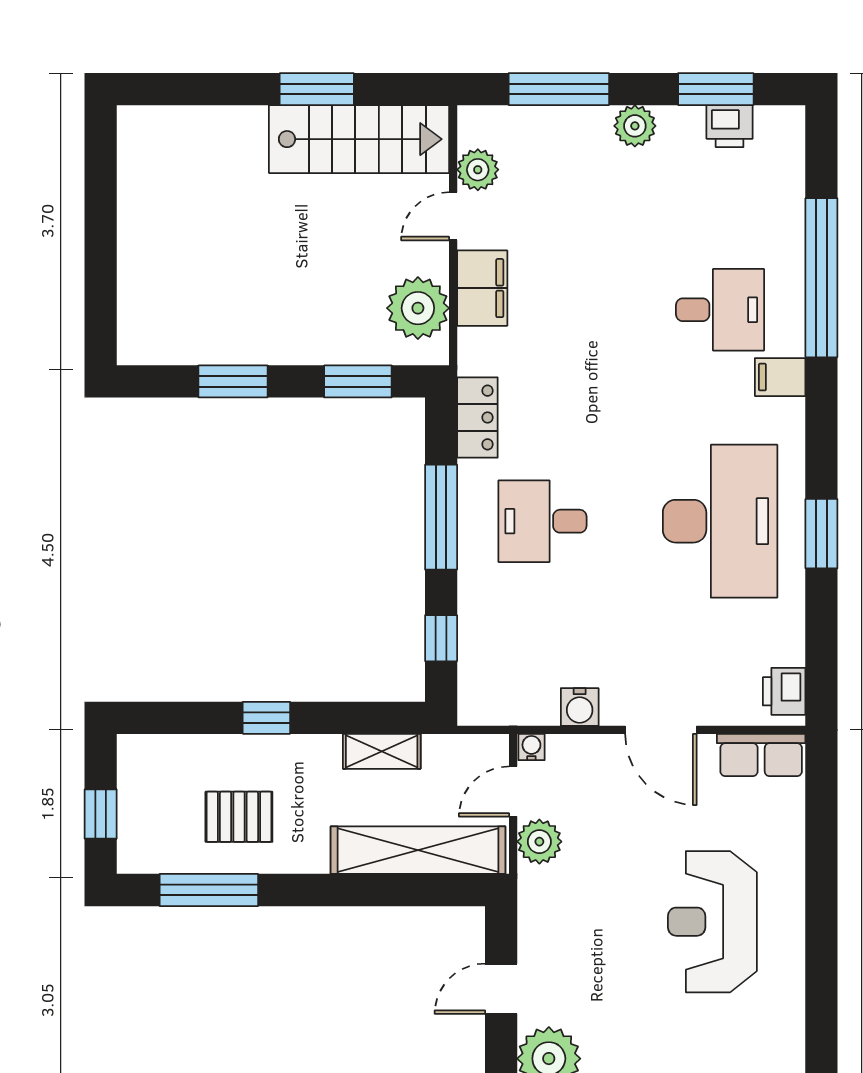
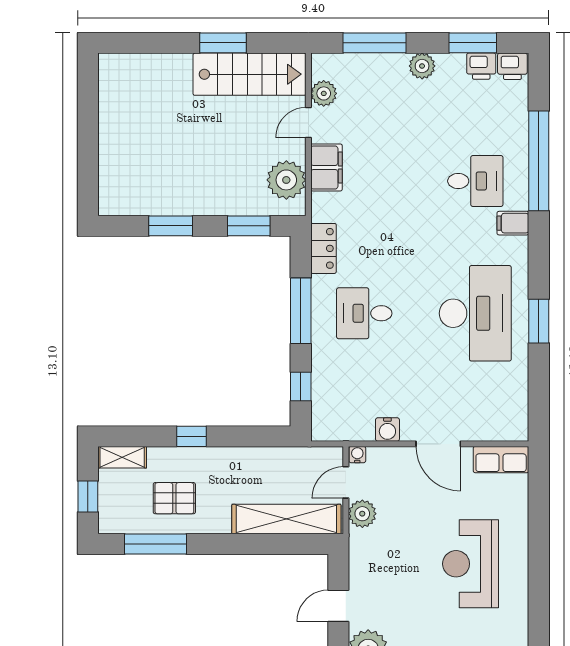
printer: (784, 691) -> (512, 66), moved, turned -90
shelving: (382, 751) -> (122, 457), moved

